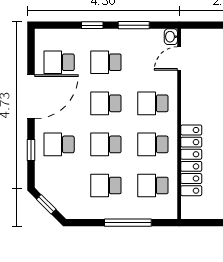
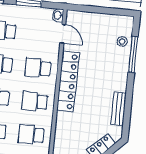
door: (179, 59) -> (63, 34), swing flipped
locker: (191, 160) -> (68, 81), moved

